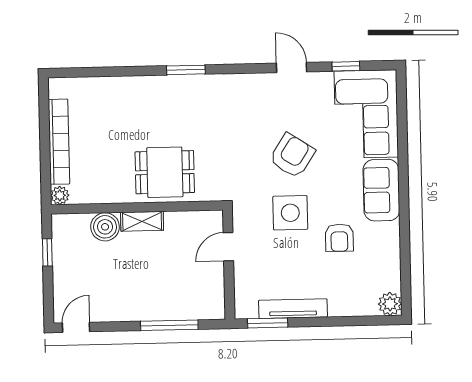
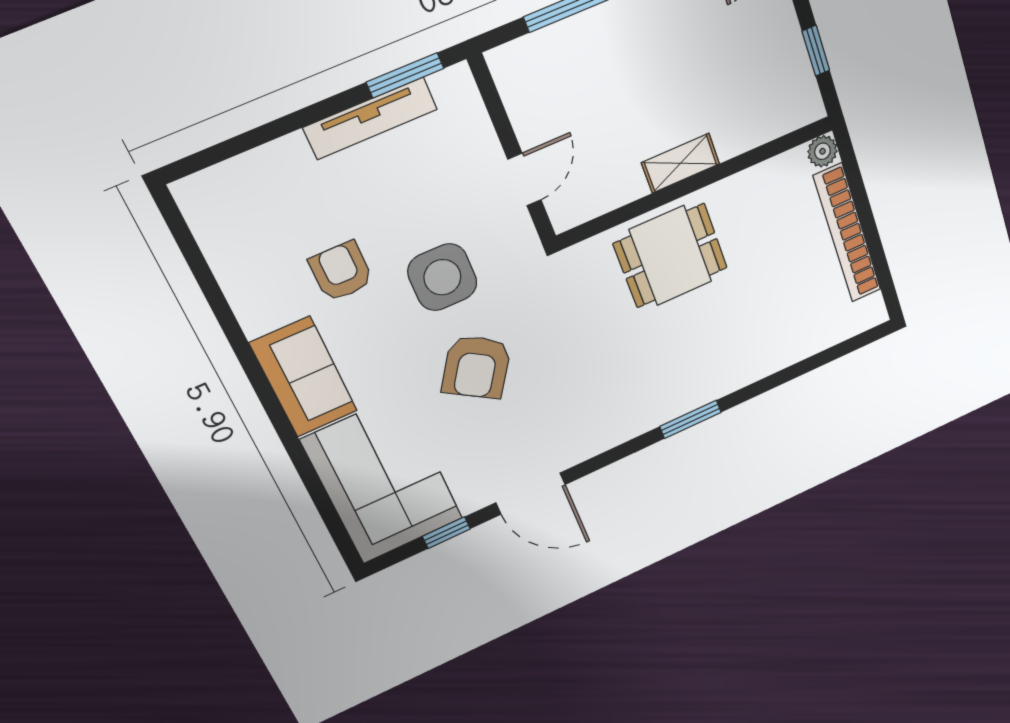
door: (292, 68) -> (531, 494), width x1.38
boiler: (105, 227) -> (737, 130), removed
plant: (390, 304) -> (198, 196), removed

